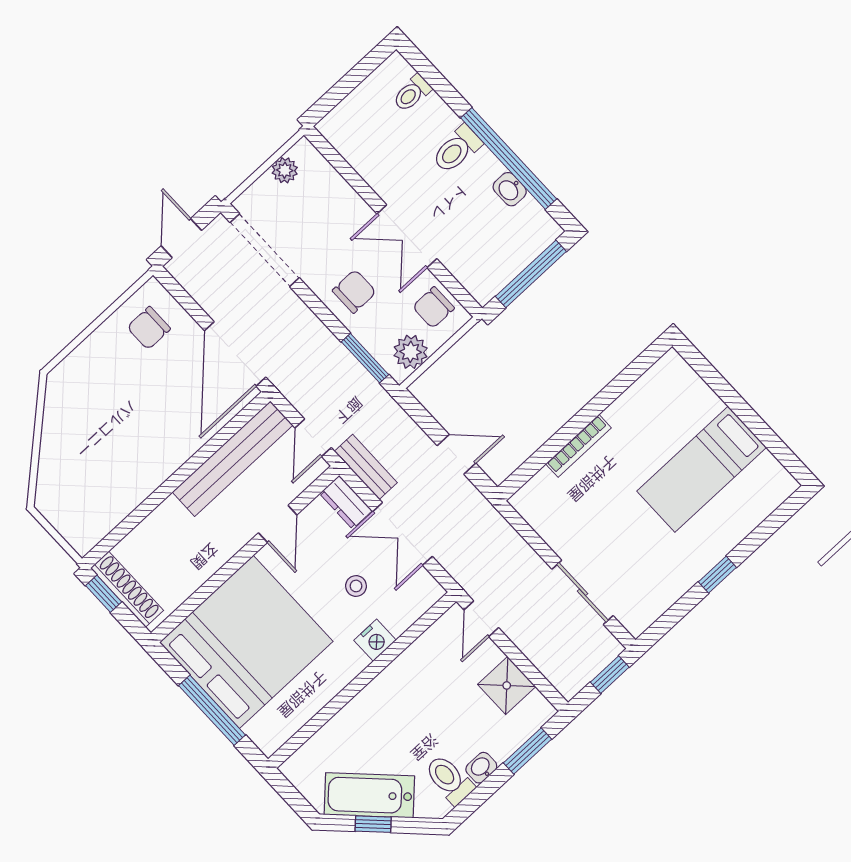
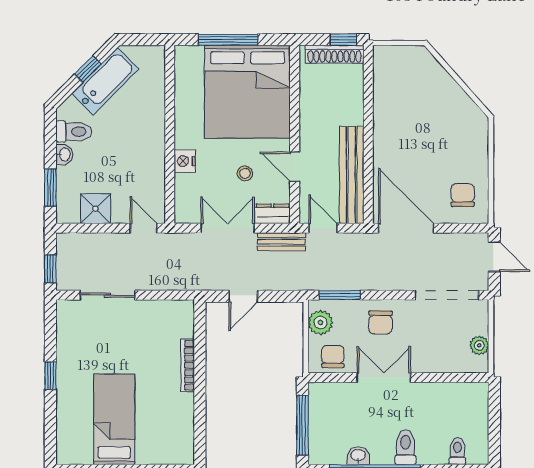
stool: (356, 586) -> (245, 173), moved

